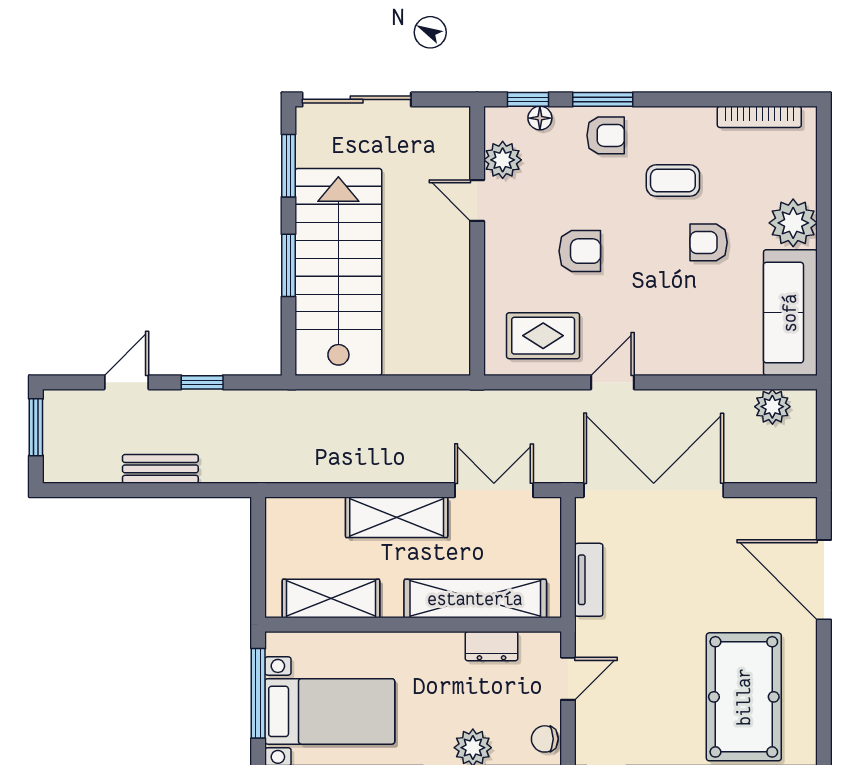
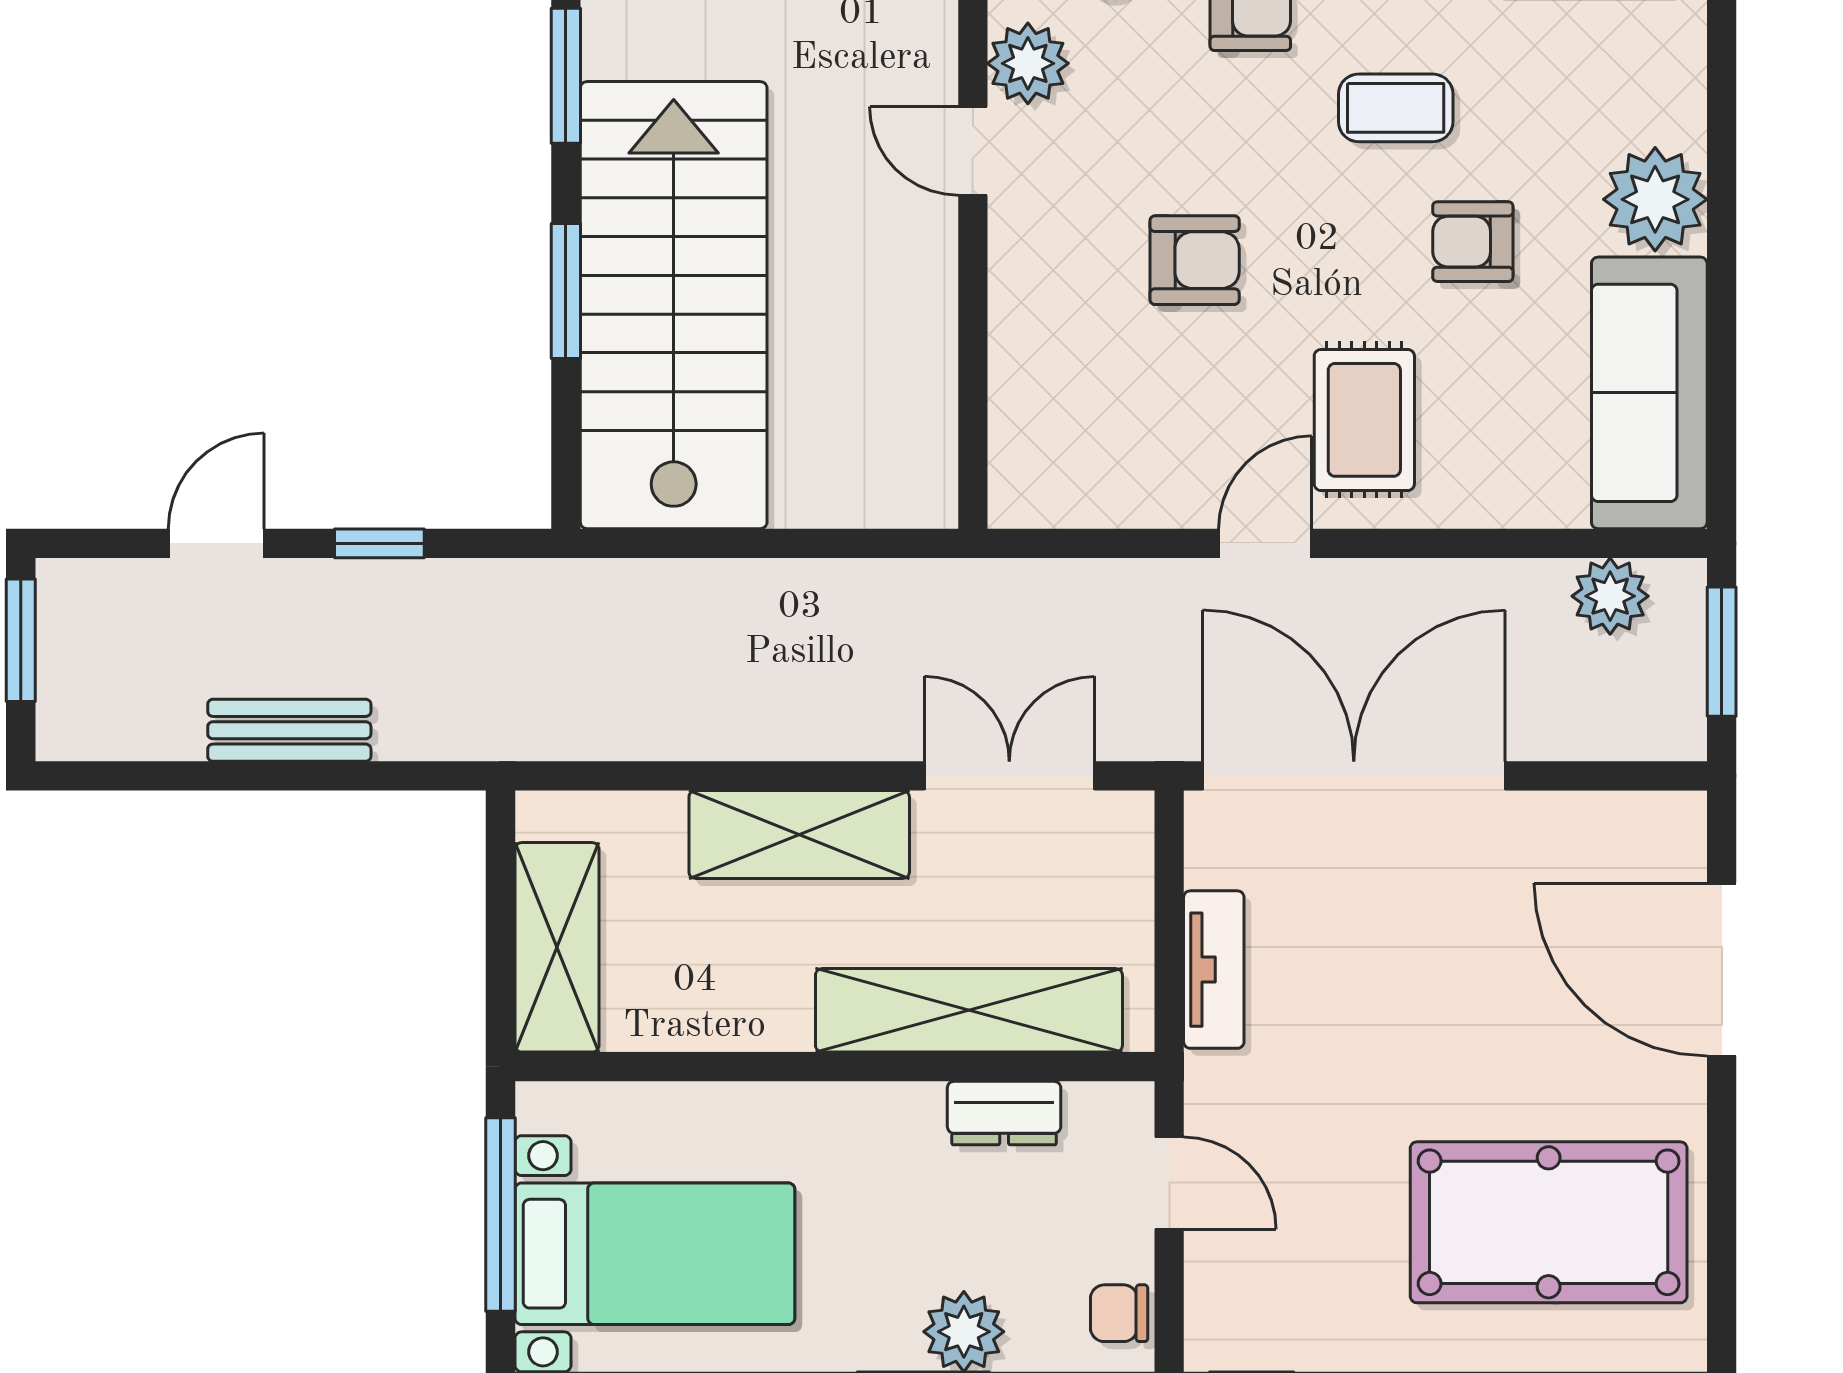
rug: (543, 336) -> (1364, 420), moved, turned 90
window: (824, 432) -> (1722, 652), added
shelving: (331, 599) -> (557, 947), moved, turned 90
door: (568, 679) -> (1169, 1183), hinge flipped
pool table: (744, 697) -> (1549, 1222), turned 90

